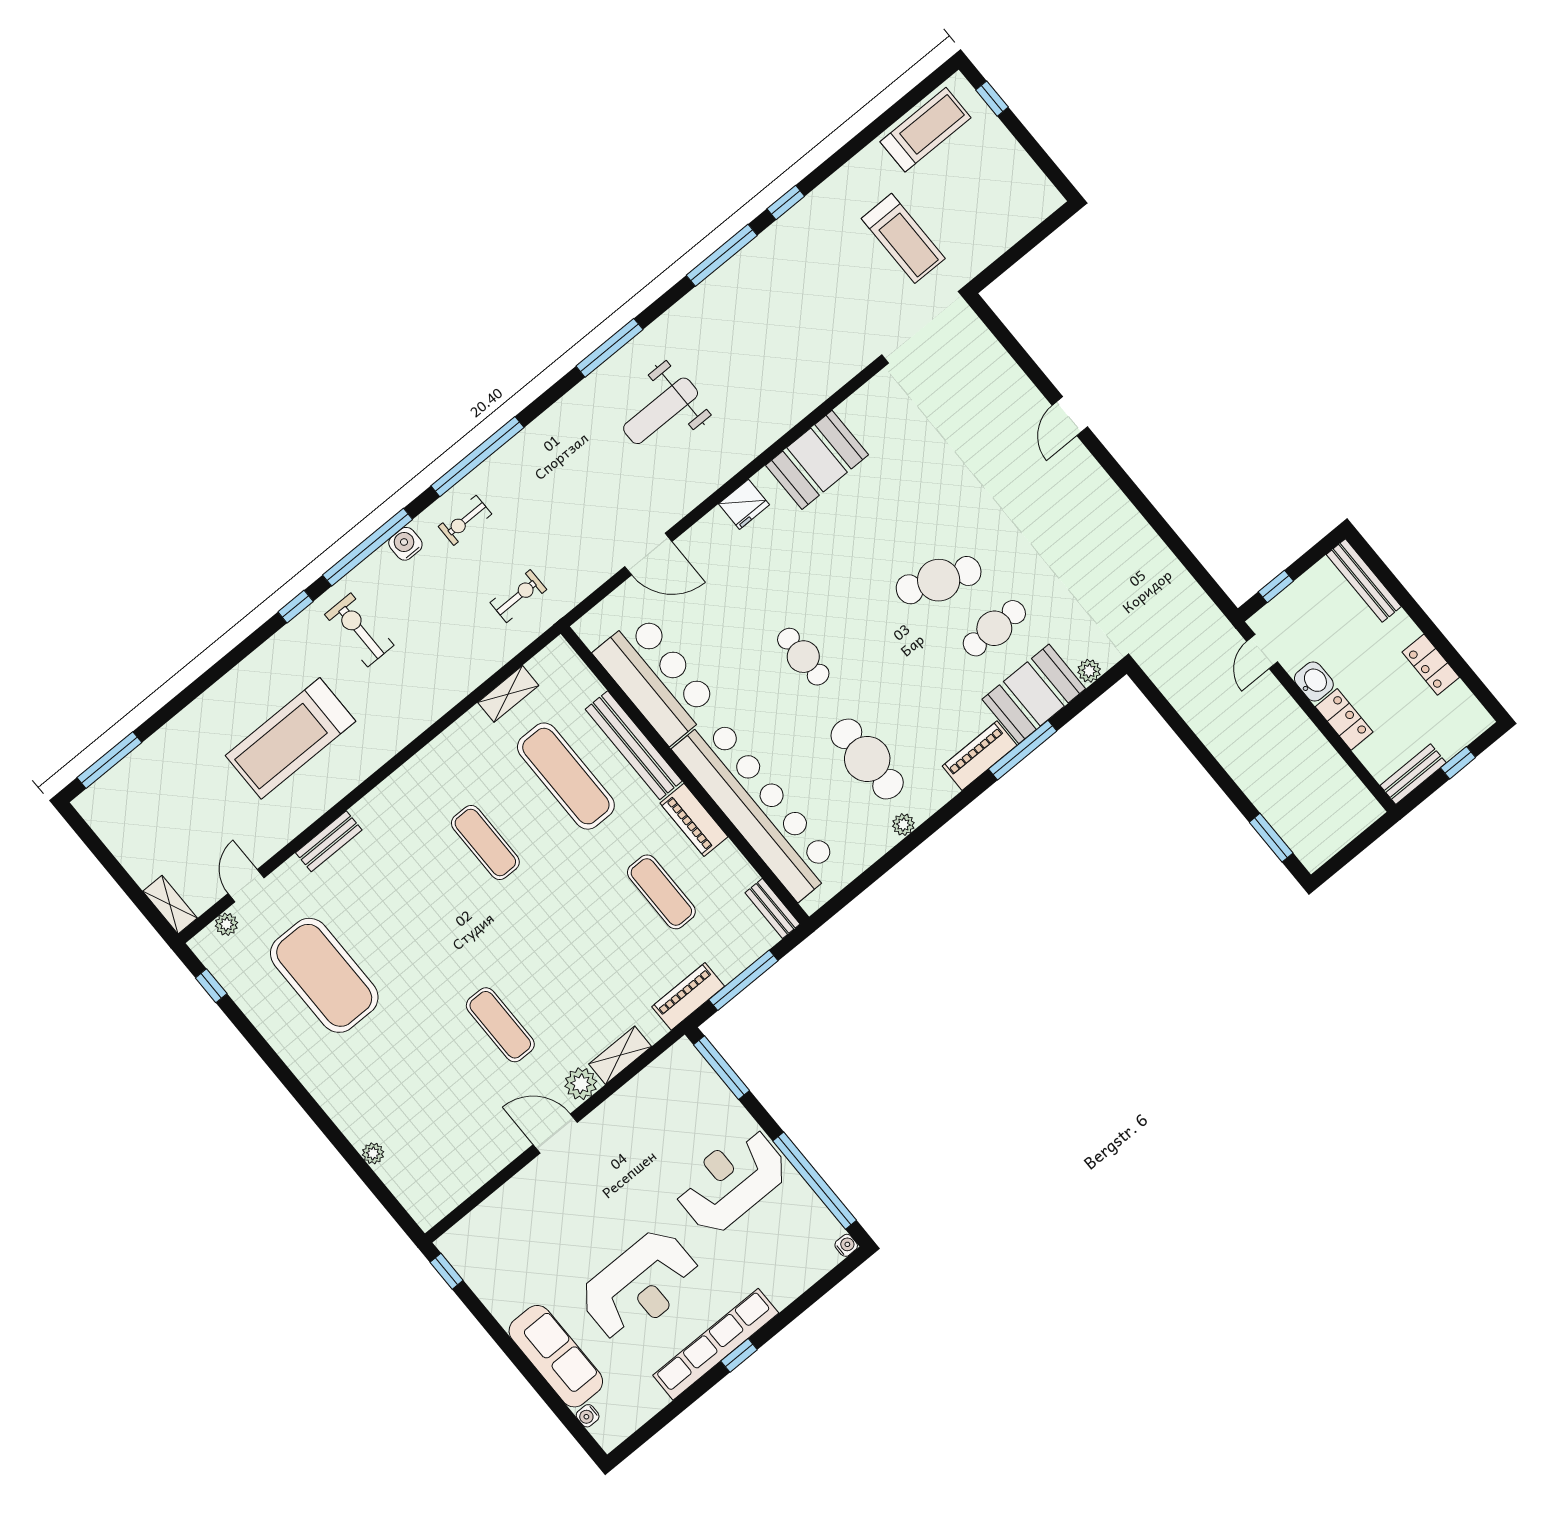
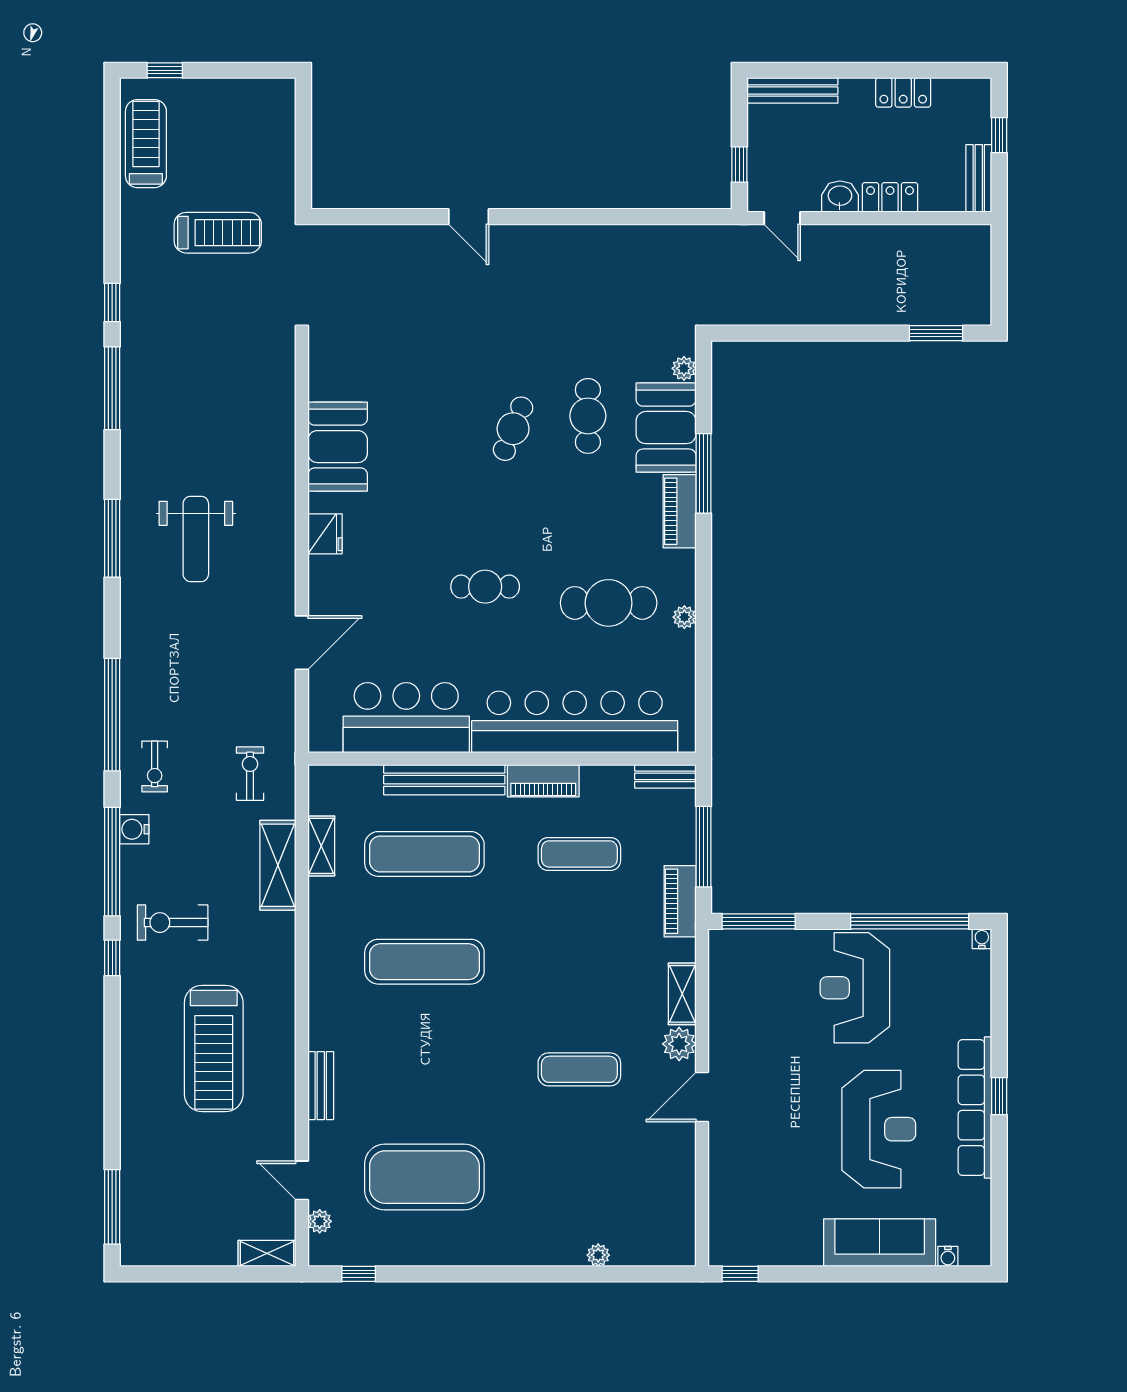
cafe table: (939, 580) -> (513, 429), width x0.73, depth x0.74
shelving: (467, 673) -> (278, 865), added
exercise mat: (485, 843) -> (424, 962), width x1.36, depth x1.45

